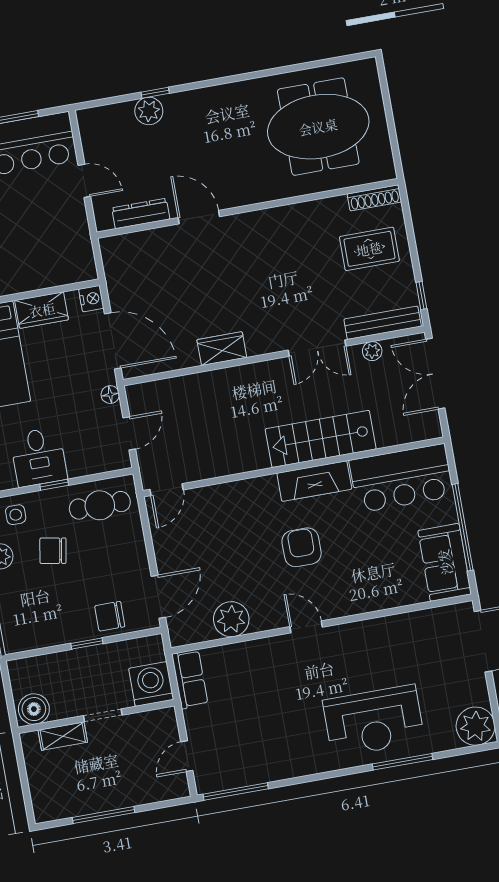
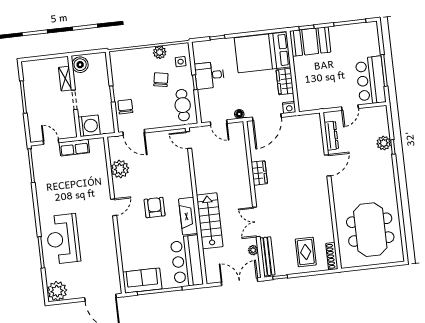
armchair: (302, 547) -> (155, 207), turned -90
row of seats: (190, 679) -> (74, 148), moved

